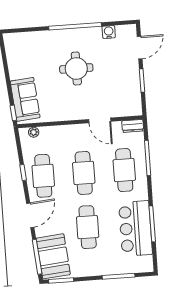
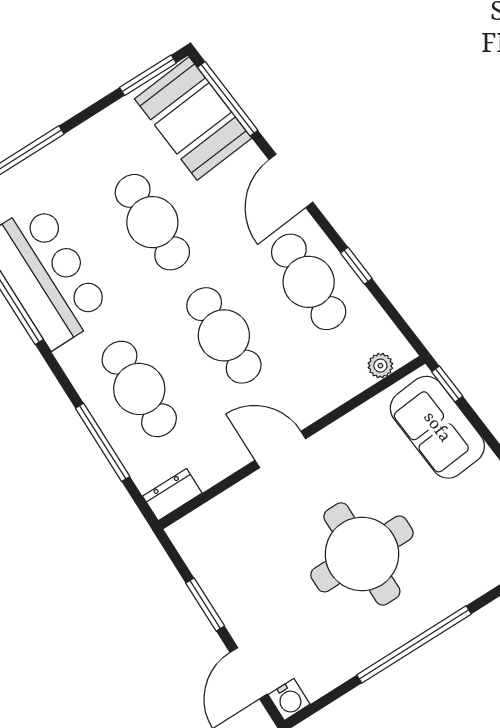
water cooler: (109, 32) -> (289, 699), moved
round table: (76, 68) -> (362, 554), width x1.36, depth x1.36
door: (100, 120) -> (280, 450), moved

